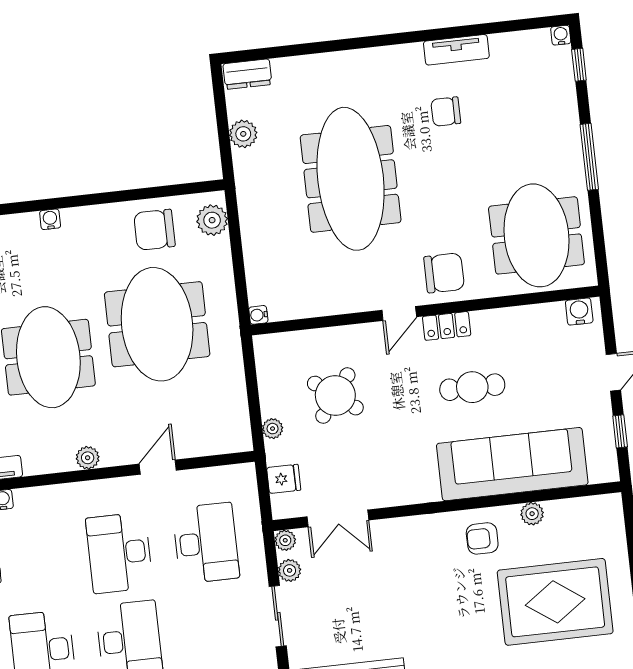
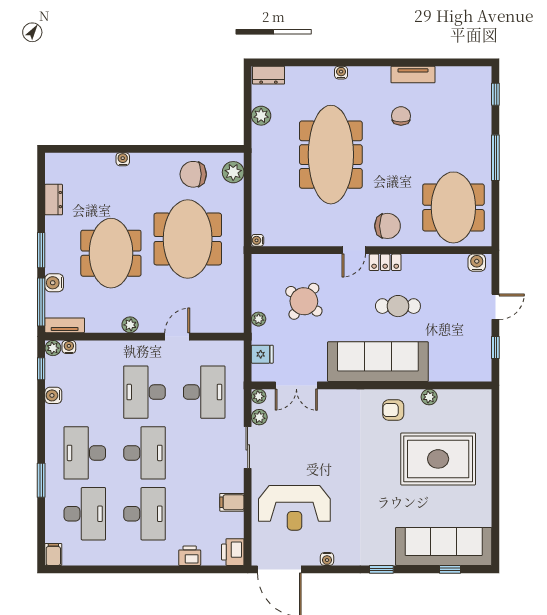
water cooler: (561, 35) -> (341, 73), moved
chair: (446, 112) -> (401, 116), turned 90
sofa: (512, 464) -> (378, 362), moved

